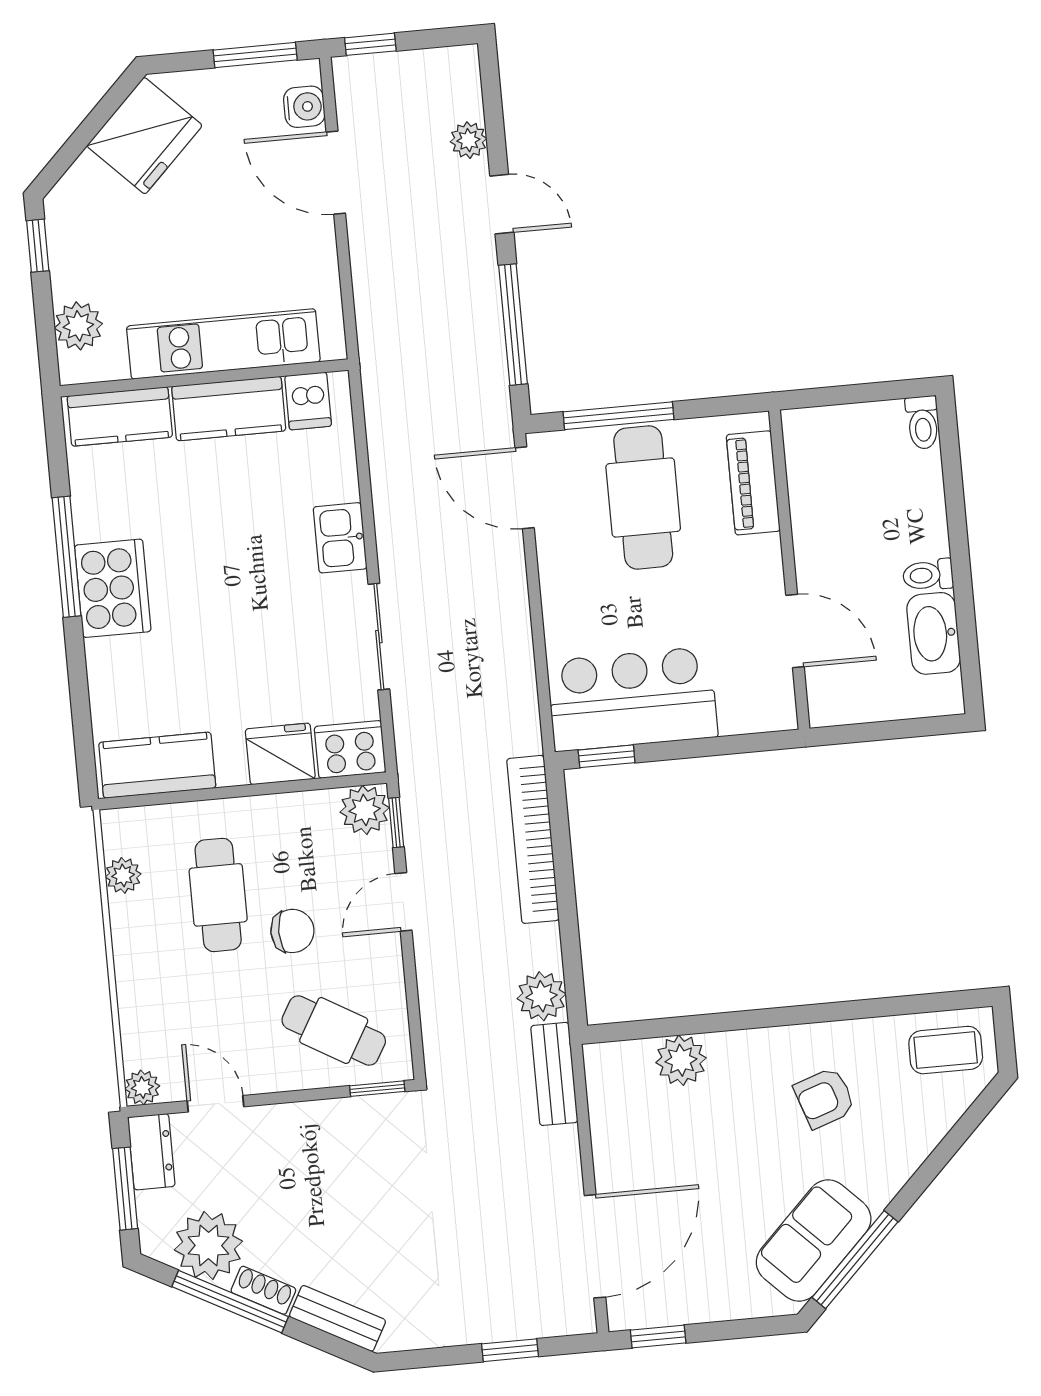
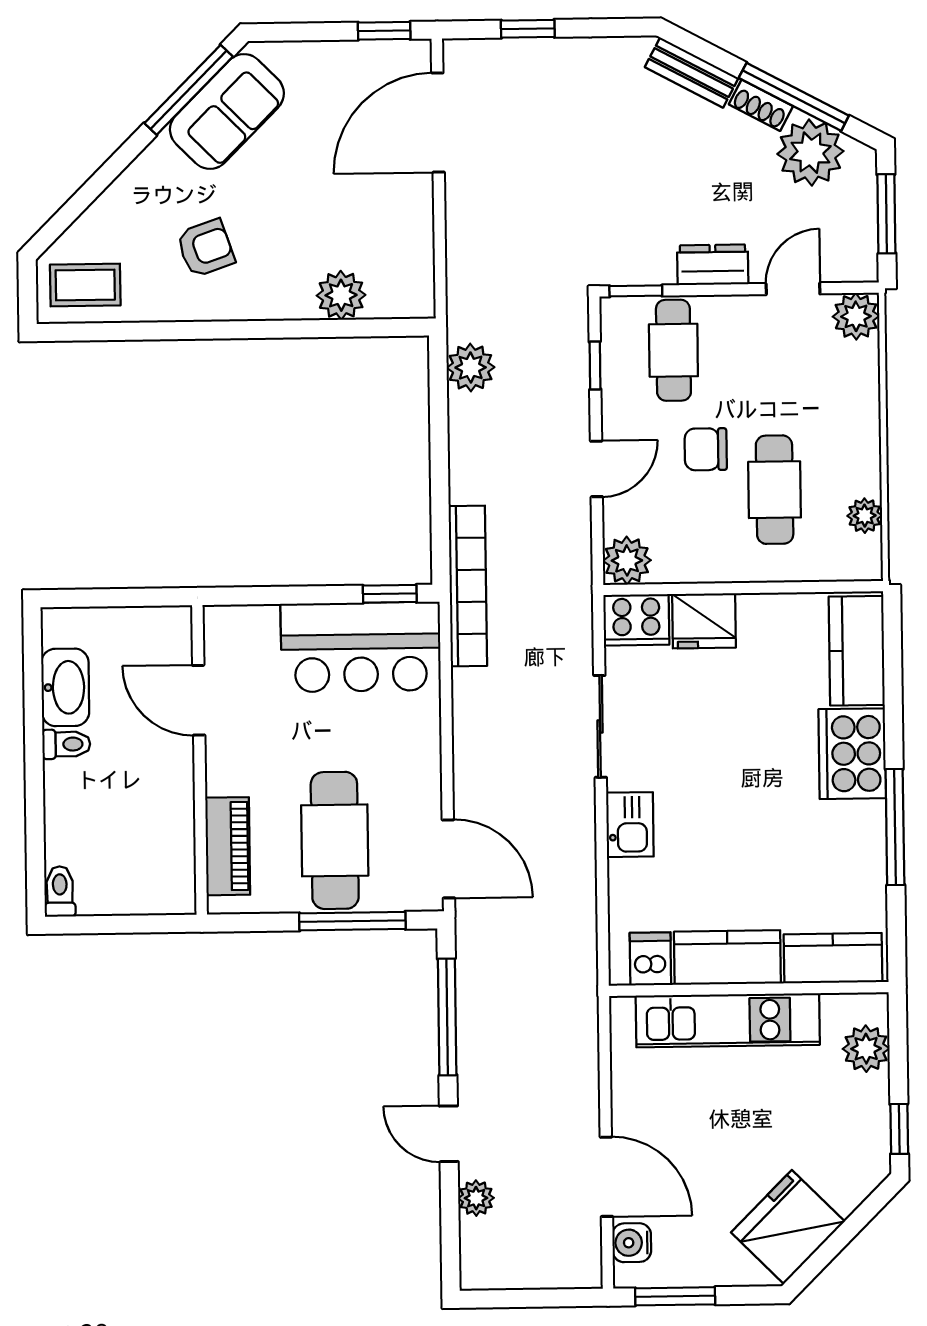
window: (370, 44) -> (563, 1298), removed
cooker: (113, 588) -> (852, 754), moved
kitchen counter: (157, 765) -> (857, 651), moved, turned 90
window: (396, 823) -> (595, 366), moved
bookcase: (533, 839) -> (468, 586), moved
cafe table: (334, 1031) -> (673, 350), turned 60
bench: (554, 1074) -> (464, 292), removed
plant: (142, 1087) -> (856, 316), width x1.38, depth x1.38
door: (215, 1104) -> (793, 289), swing flipped
dresser: (151, 1152) -> (713, 265), moved, turned 90

